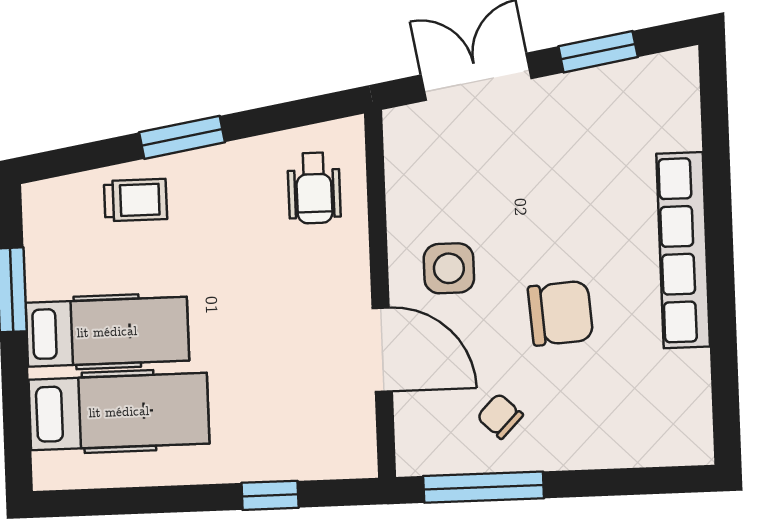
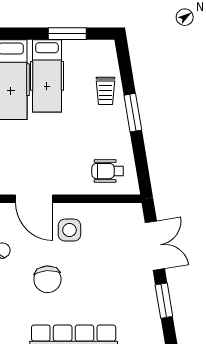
door: (382, 350) -> (34, 199), hinge flipped

